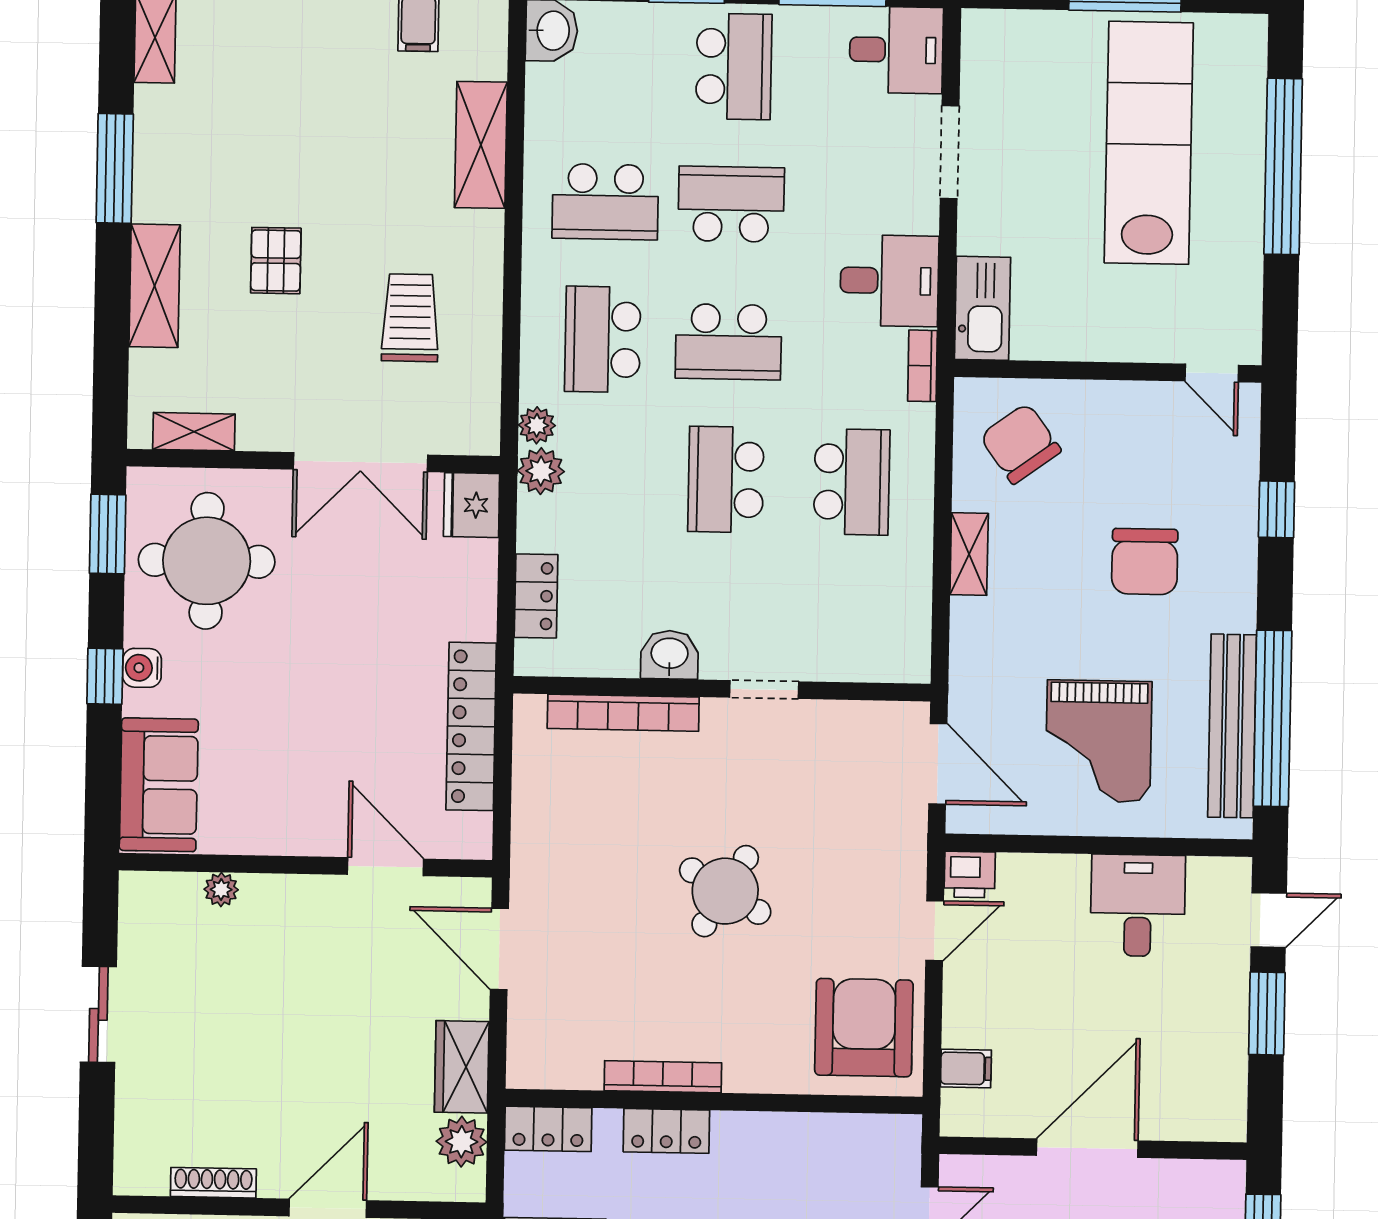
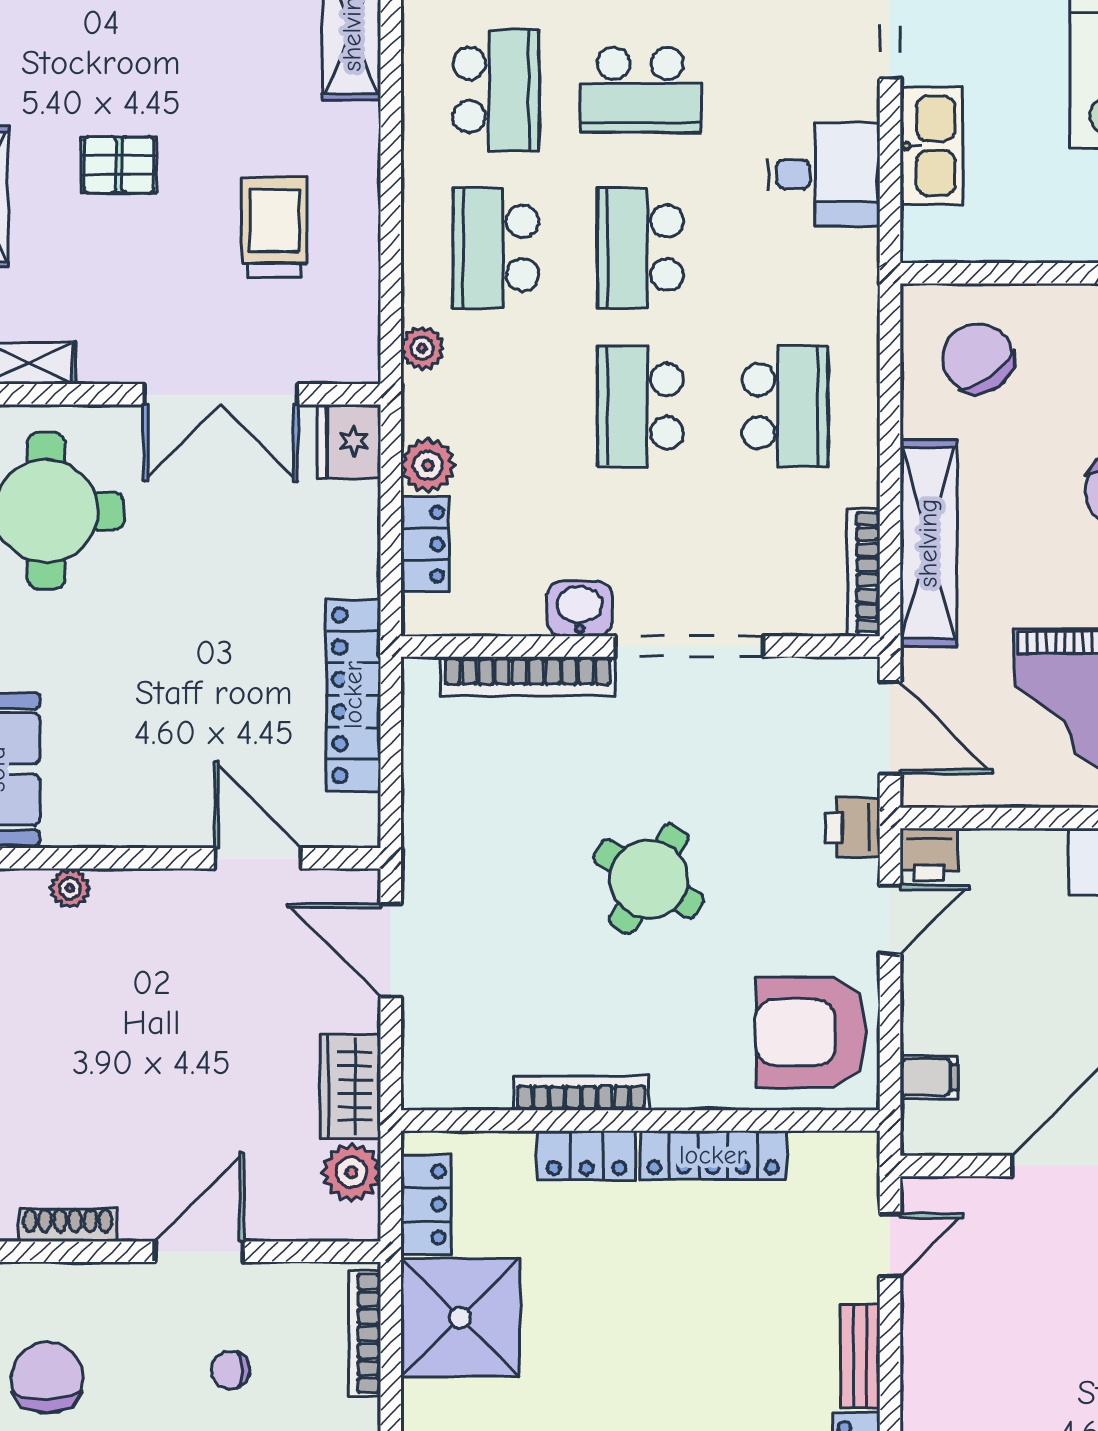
school desk: (605, 202) -> (496, 90), turned -90
school desk: (731, 204) -> (640, 90), turned 180
pallet: (276, 261) -> (119, 165), turned 90
kitchen sink: (983, 308) -> (931, 146), moved
school desk: (729, 342) -> (640, 248), turned 90
bookcase: (922, 366) -> (864, 573), moved, width x1.56
plant: (541, 471) -> (428, 465), moved
shelving: (969, 554) -> (928, 543), width x2.20, depth x1.33
doorway: (764, 689) -> (689, 646), width x1.87
printer: (904, 850) -> (853, 827), added
armchair: (864, 1028) -> (811, 1032), turned -90
locker: (548, 1129) -> (426, 1204), moved, turned -90
locker: (777, 1133) -> (713, 1155), added

